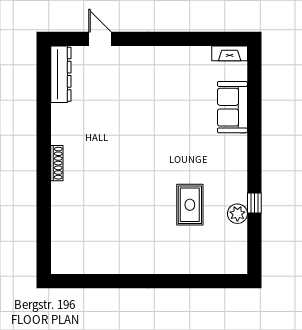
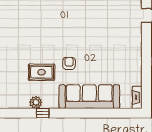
sofa: (232, 107) -> (89, 97), width x1.85, depth x1.27
armchair: (176, 161) -> (69, 63), added

